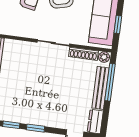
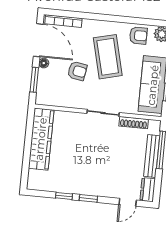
plant: (104, 57) -> (154, 125), removed

